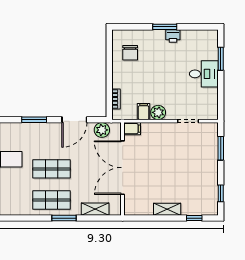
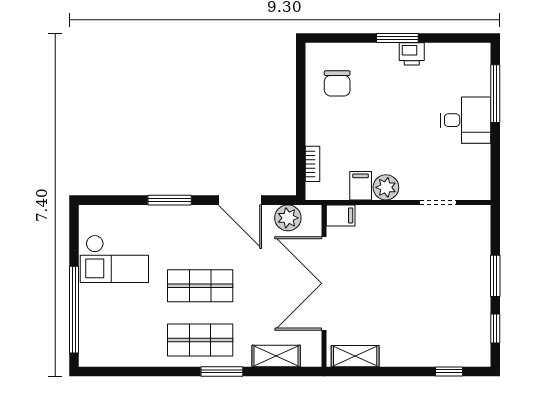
window: (221, 59) -> (495, 94), width x1.44
door: (74, 120) -> (240, 200), hinge flipped
window: (221, 148) -> (495, 276), moved
shelving: (167, 209) -> (355, 356), moved

